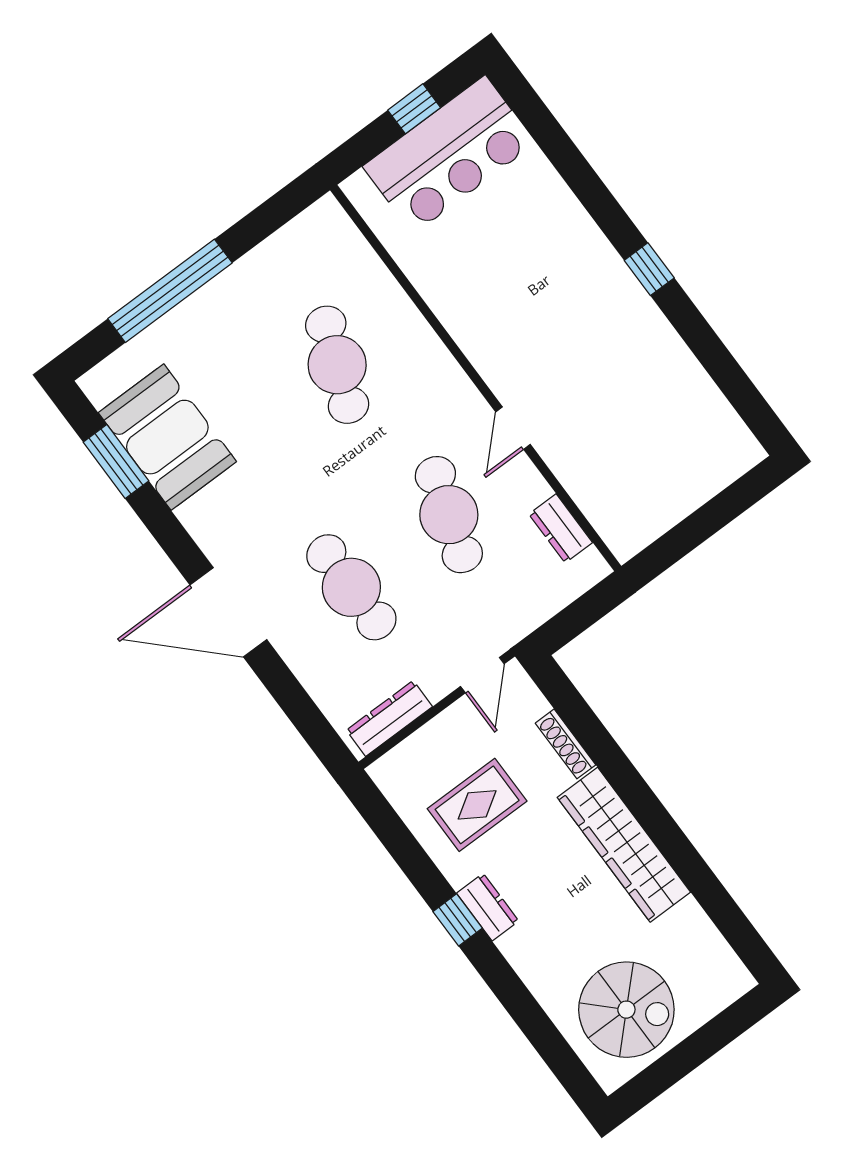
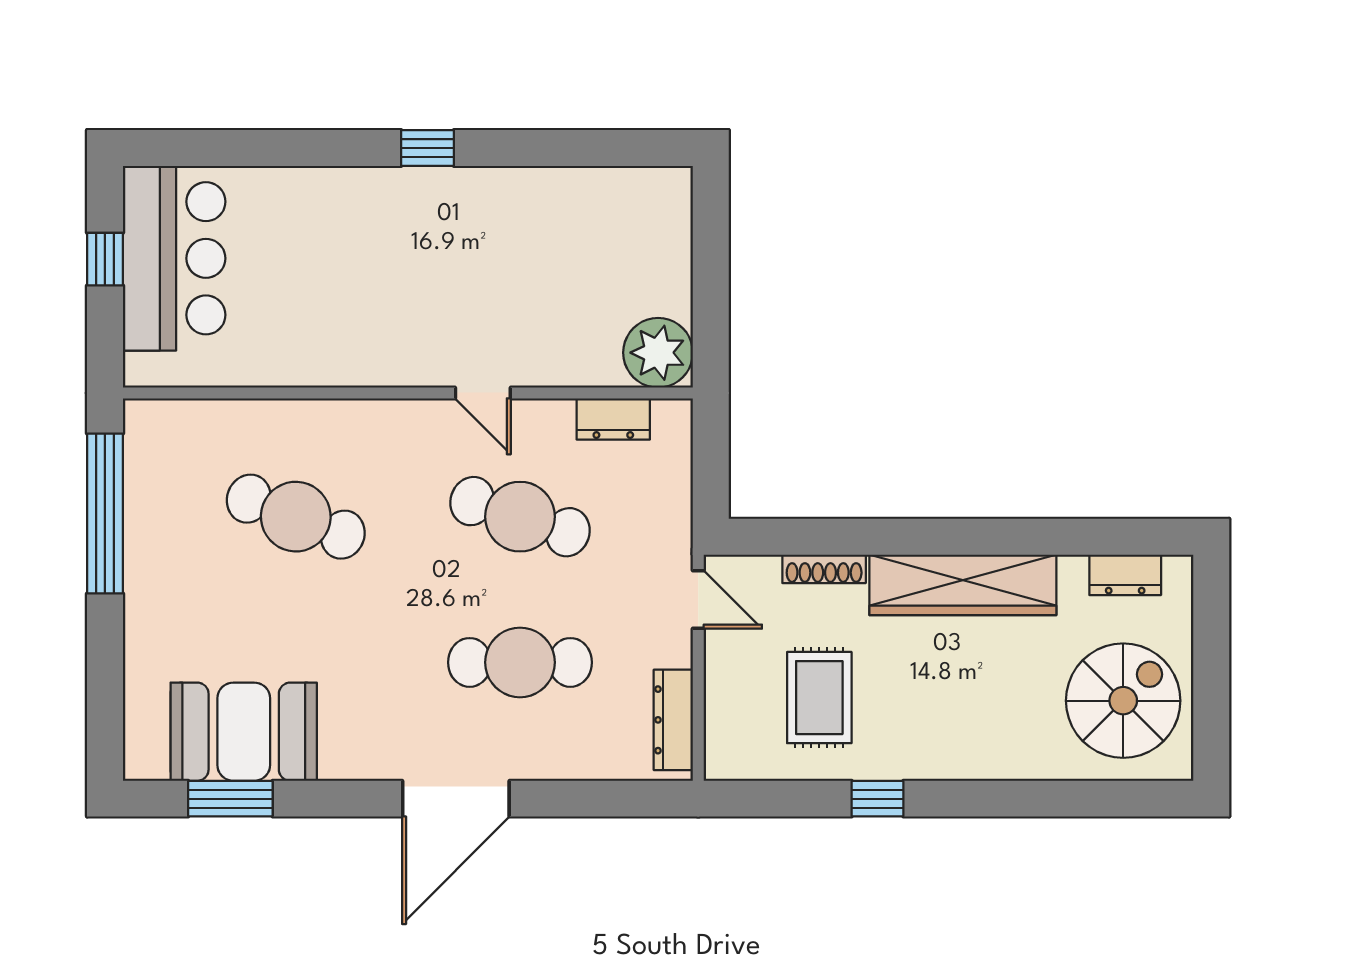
window: (170, 291) -> (105, 514), moved
plant: (627, 525) -> (658, 353), added
dresser: (488, 907) -> (1125, 575), moved, turned 180
window: (458, 920) -> (878, 799), moved

